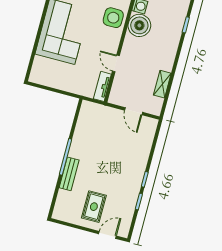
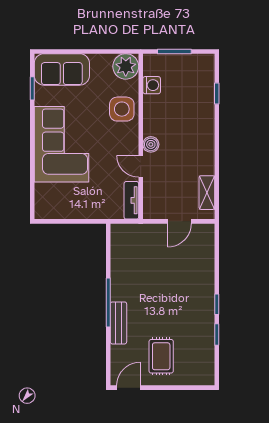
boiler: (139, 25) -> (151, 144), moved, width x0.54, depth x0.54
shelving: (162, 84) -> (207, 193), moved
door: (134, 111) -> (179, 221), hinge flipped
door: (107, 235) -> (128, 388), moved

